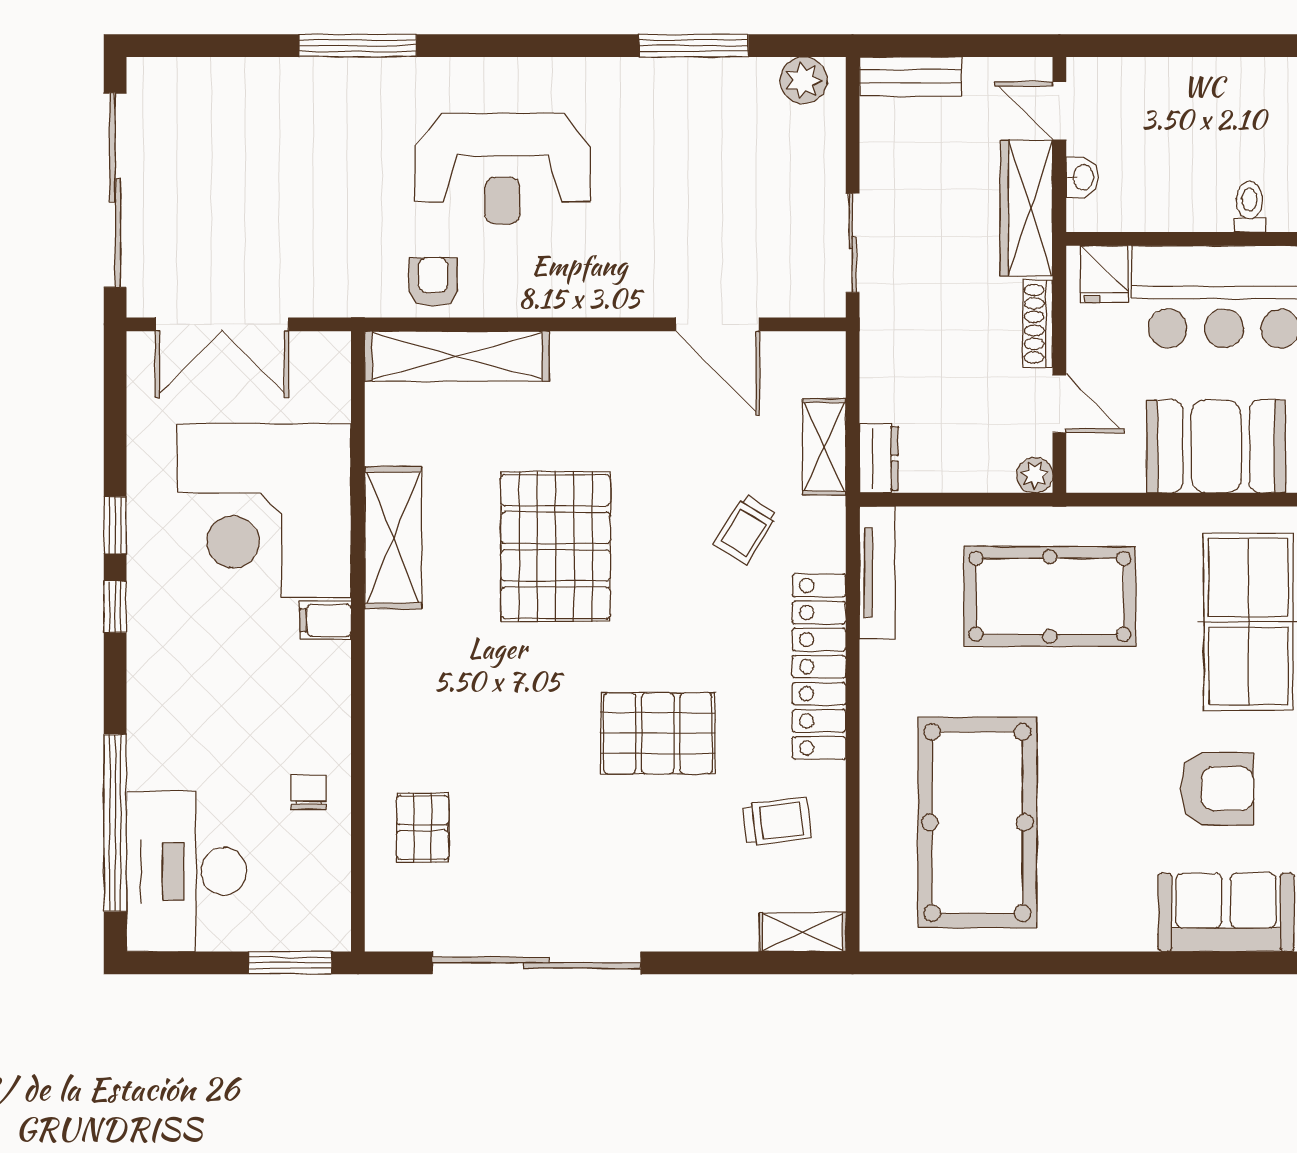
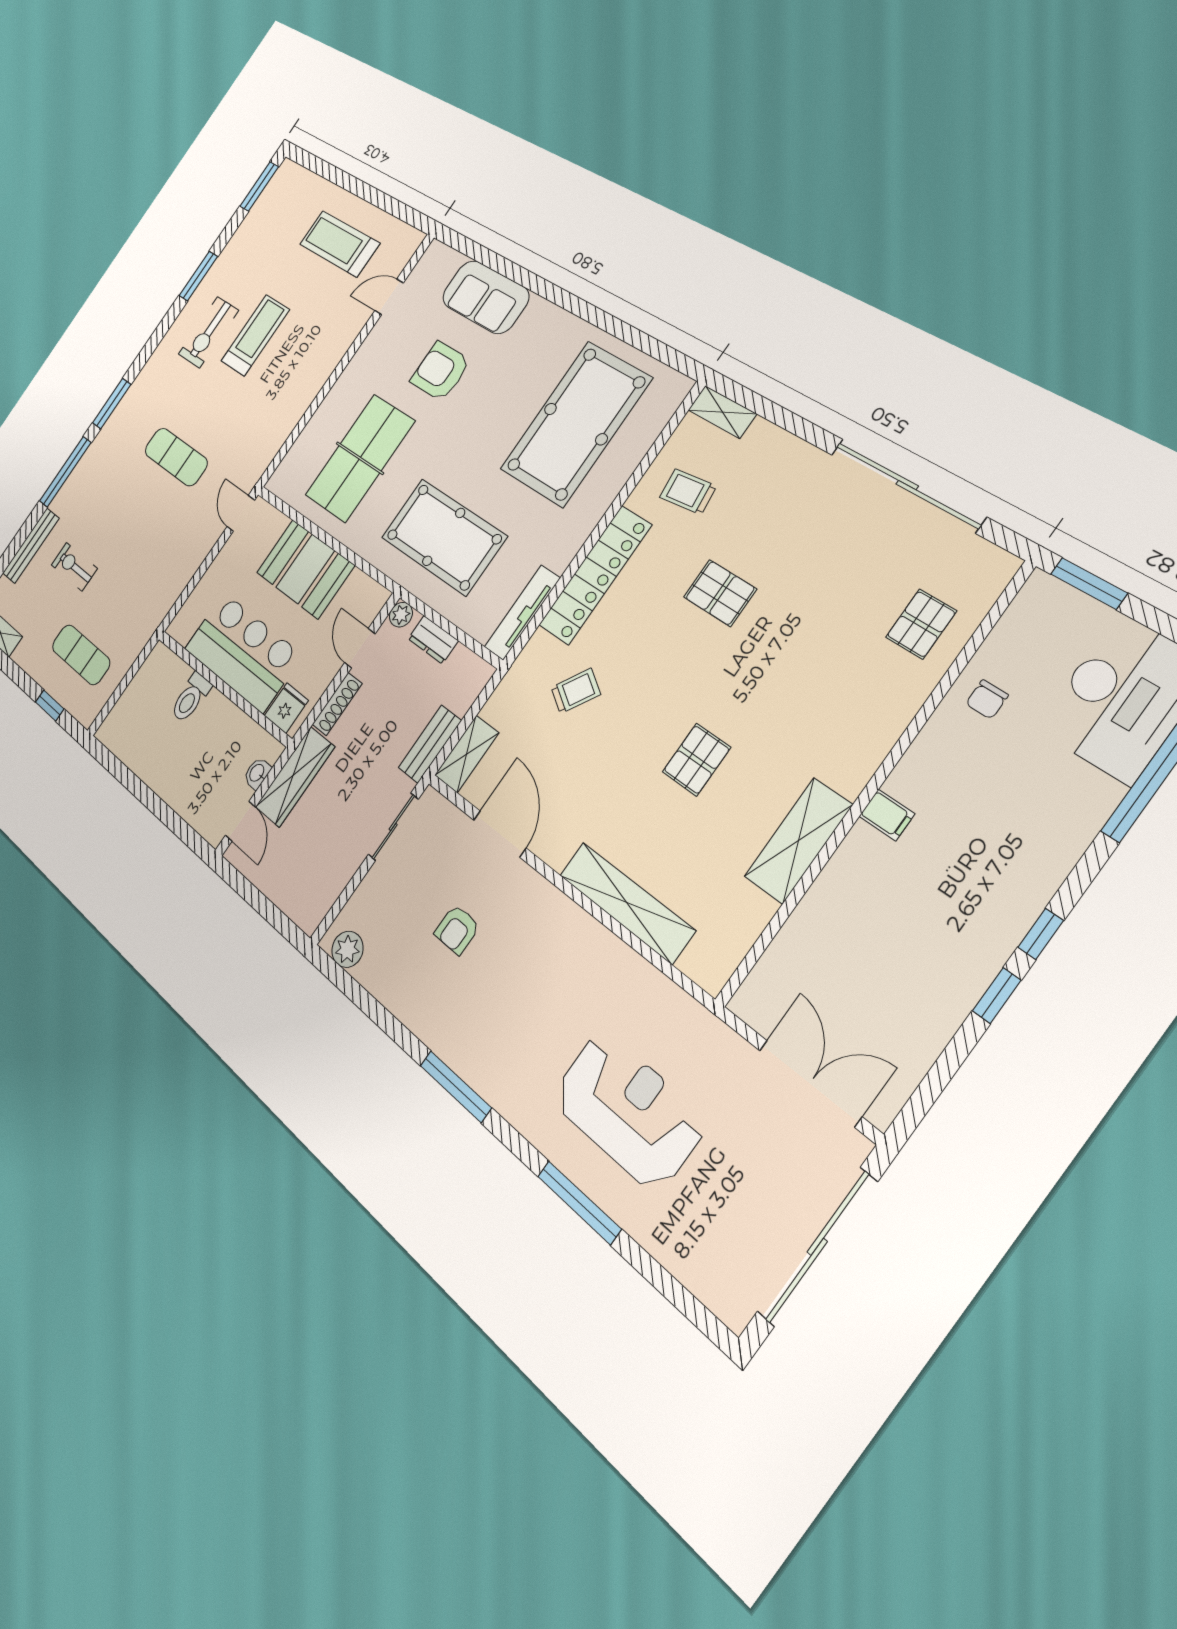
window: (694, 46) -> (456, 1087), moved
bench: (910, 76) -> (430, 744), moved, turned 90
reception desk: (502, 169) -> (628, 1110), moved
toilet: (1249, 207) -> (191, 698), width x1.37, depth x1.39
armchair: (433, 282) -> (457, 930), moved
shelving: (457, 356) -> (627, 902), moved
shelving: (824, 447) -> (467, 754), moved
dresser: (879, 458) -> (433, 640), moved, turned -90
corner desk: (264, 511) -> (875, 925), removed
pallet: (556, 547) -> (697, 760), width x0.49, depth x0.50
pallet: (658, 733) -> (720, 593), width x0.67, depth x0.71

